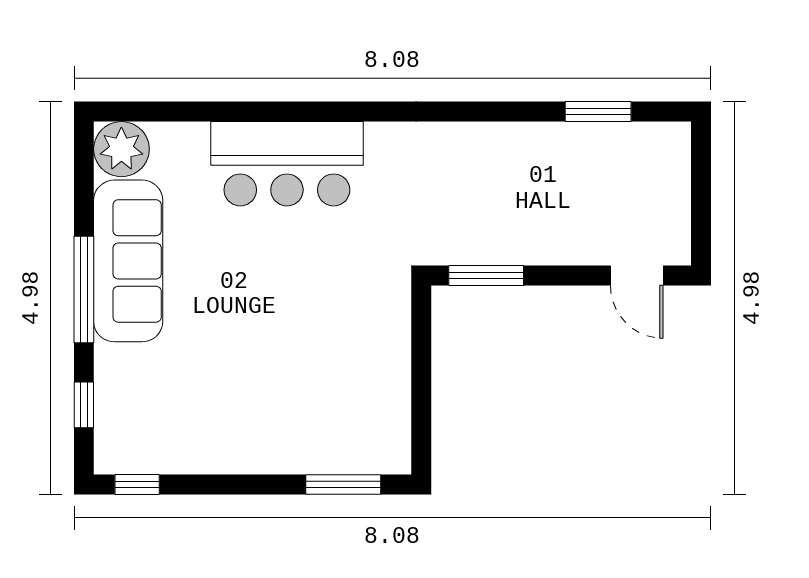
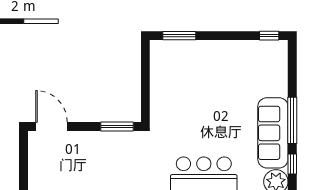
door: (637, 276) -> (52, 127), width x1.38
window: (84, 405) -> (292, 164), moved

